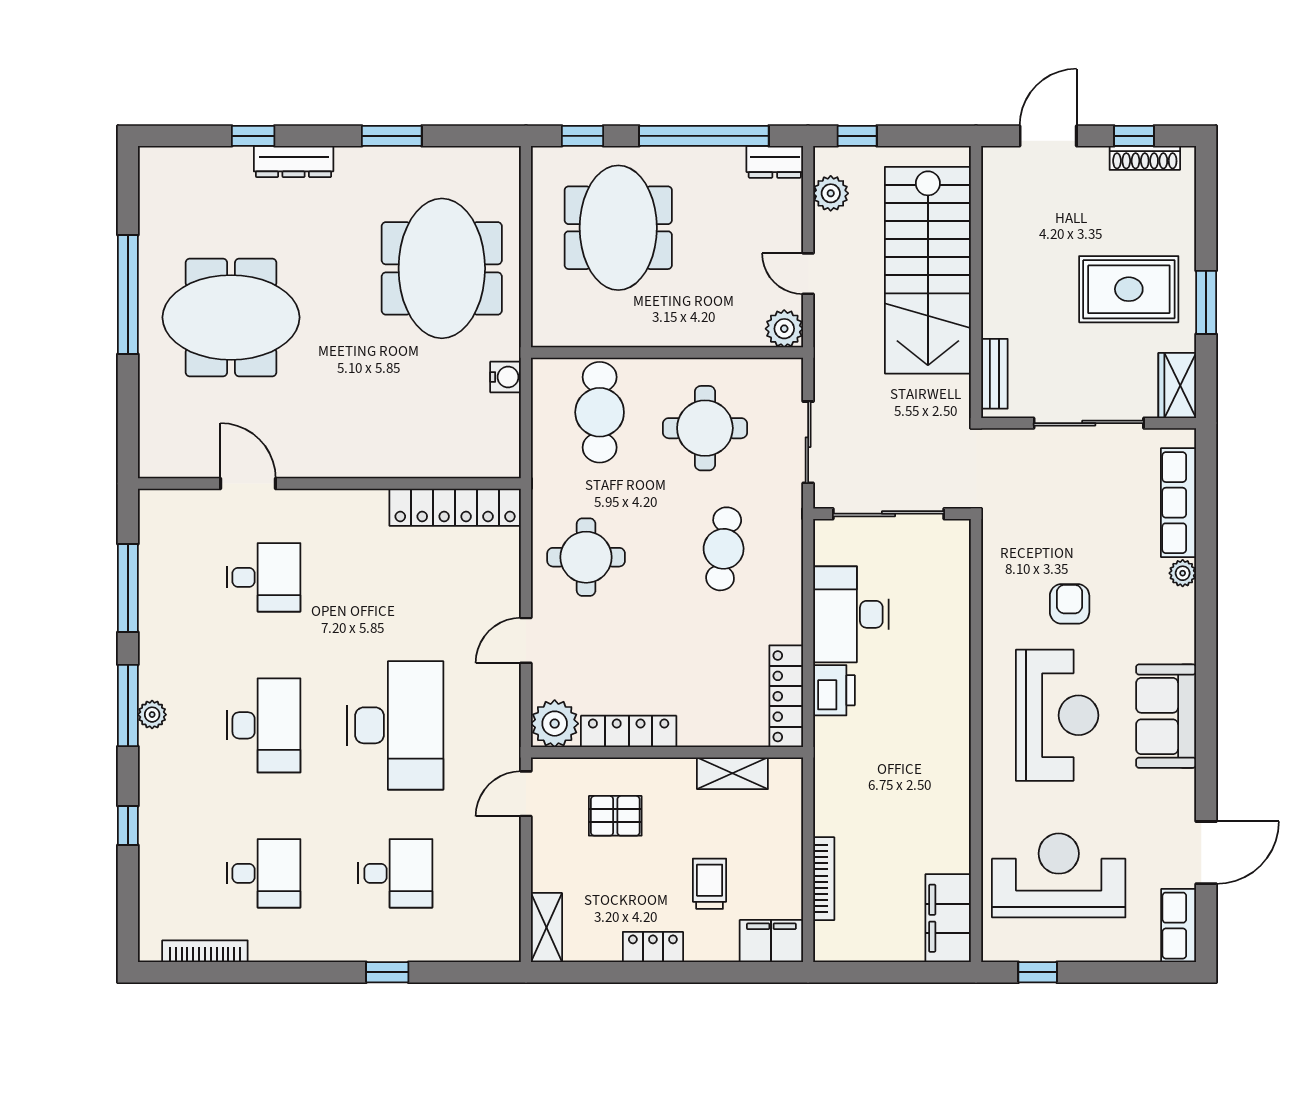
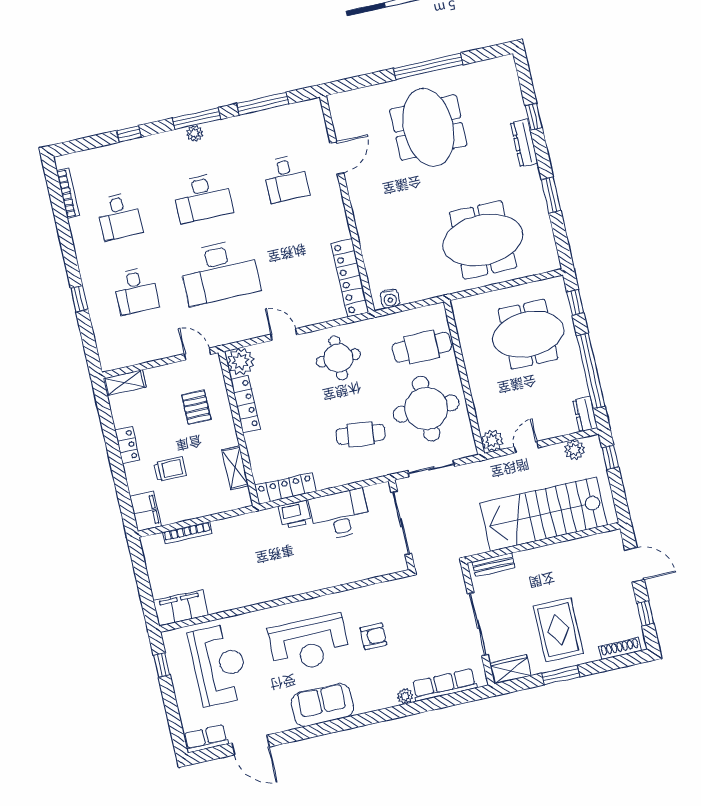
shoe rack: (1145, 158) -> (620, 649), moved, turned 90
water cooler: (506, 377) -> (390, 299), moved
round table: (705, 428) -> (426, 409), width x1.36, depth x1.36

